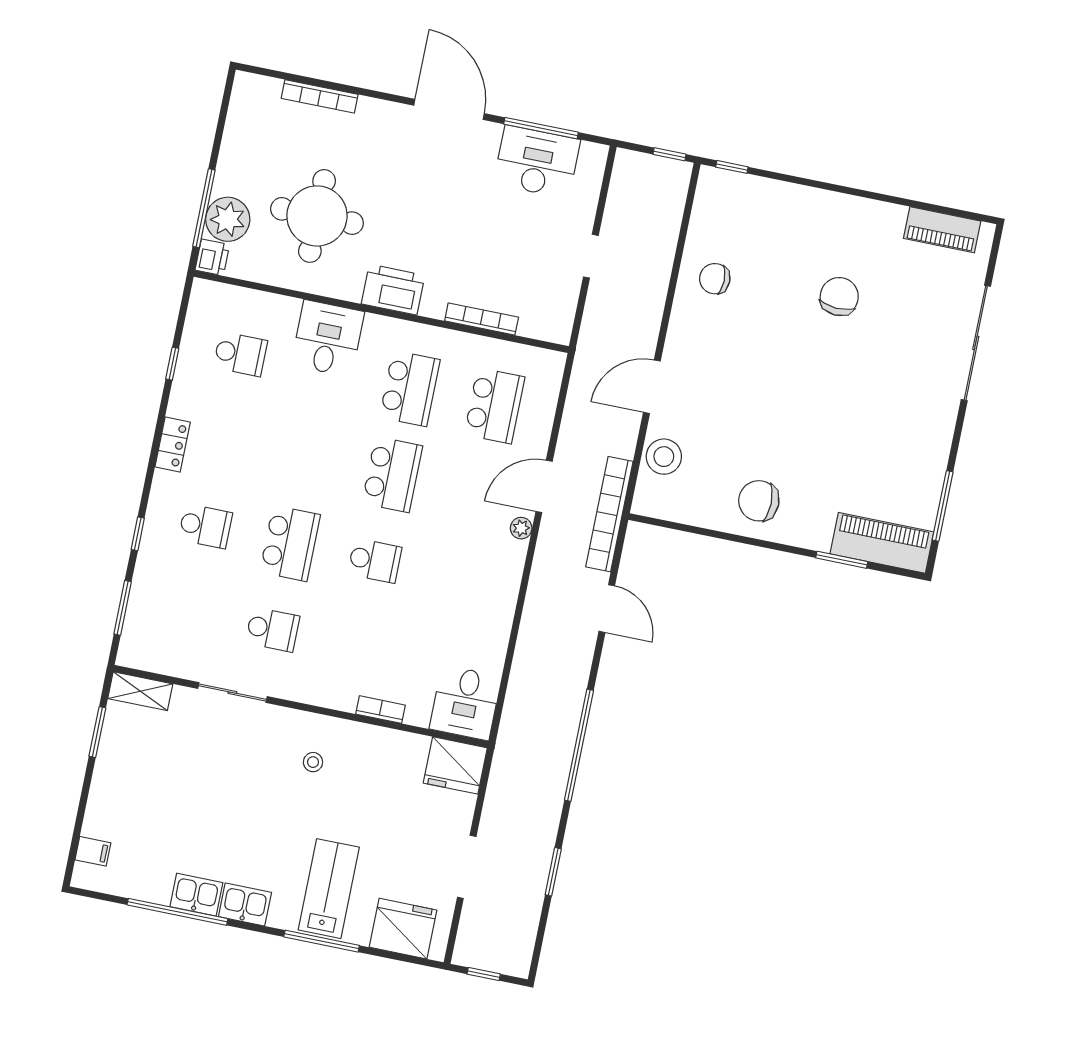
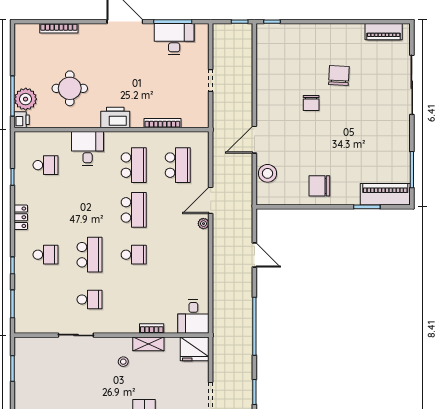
round table: (317, 216) -> (70, 88), width x0.73, depth x0.73
chair: (715, 279) -> (311, 103), moved, turned -90
bookcase: (609, 514) -> (246, 208), removed
shelving: (140, 691) -> (148, 344), moved

